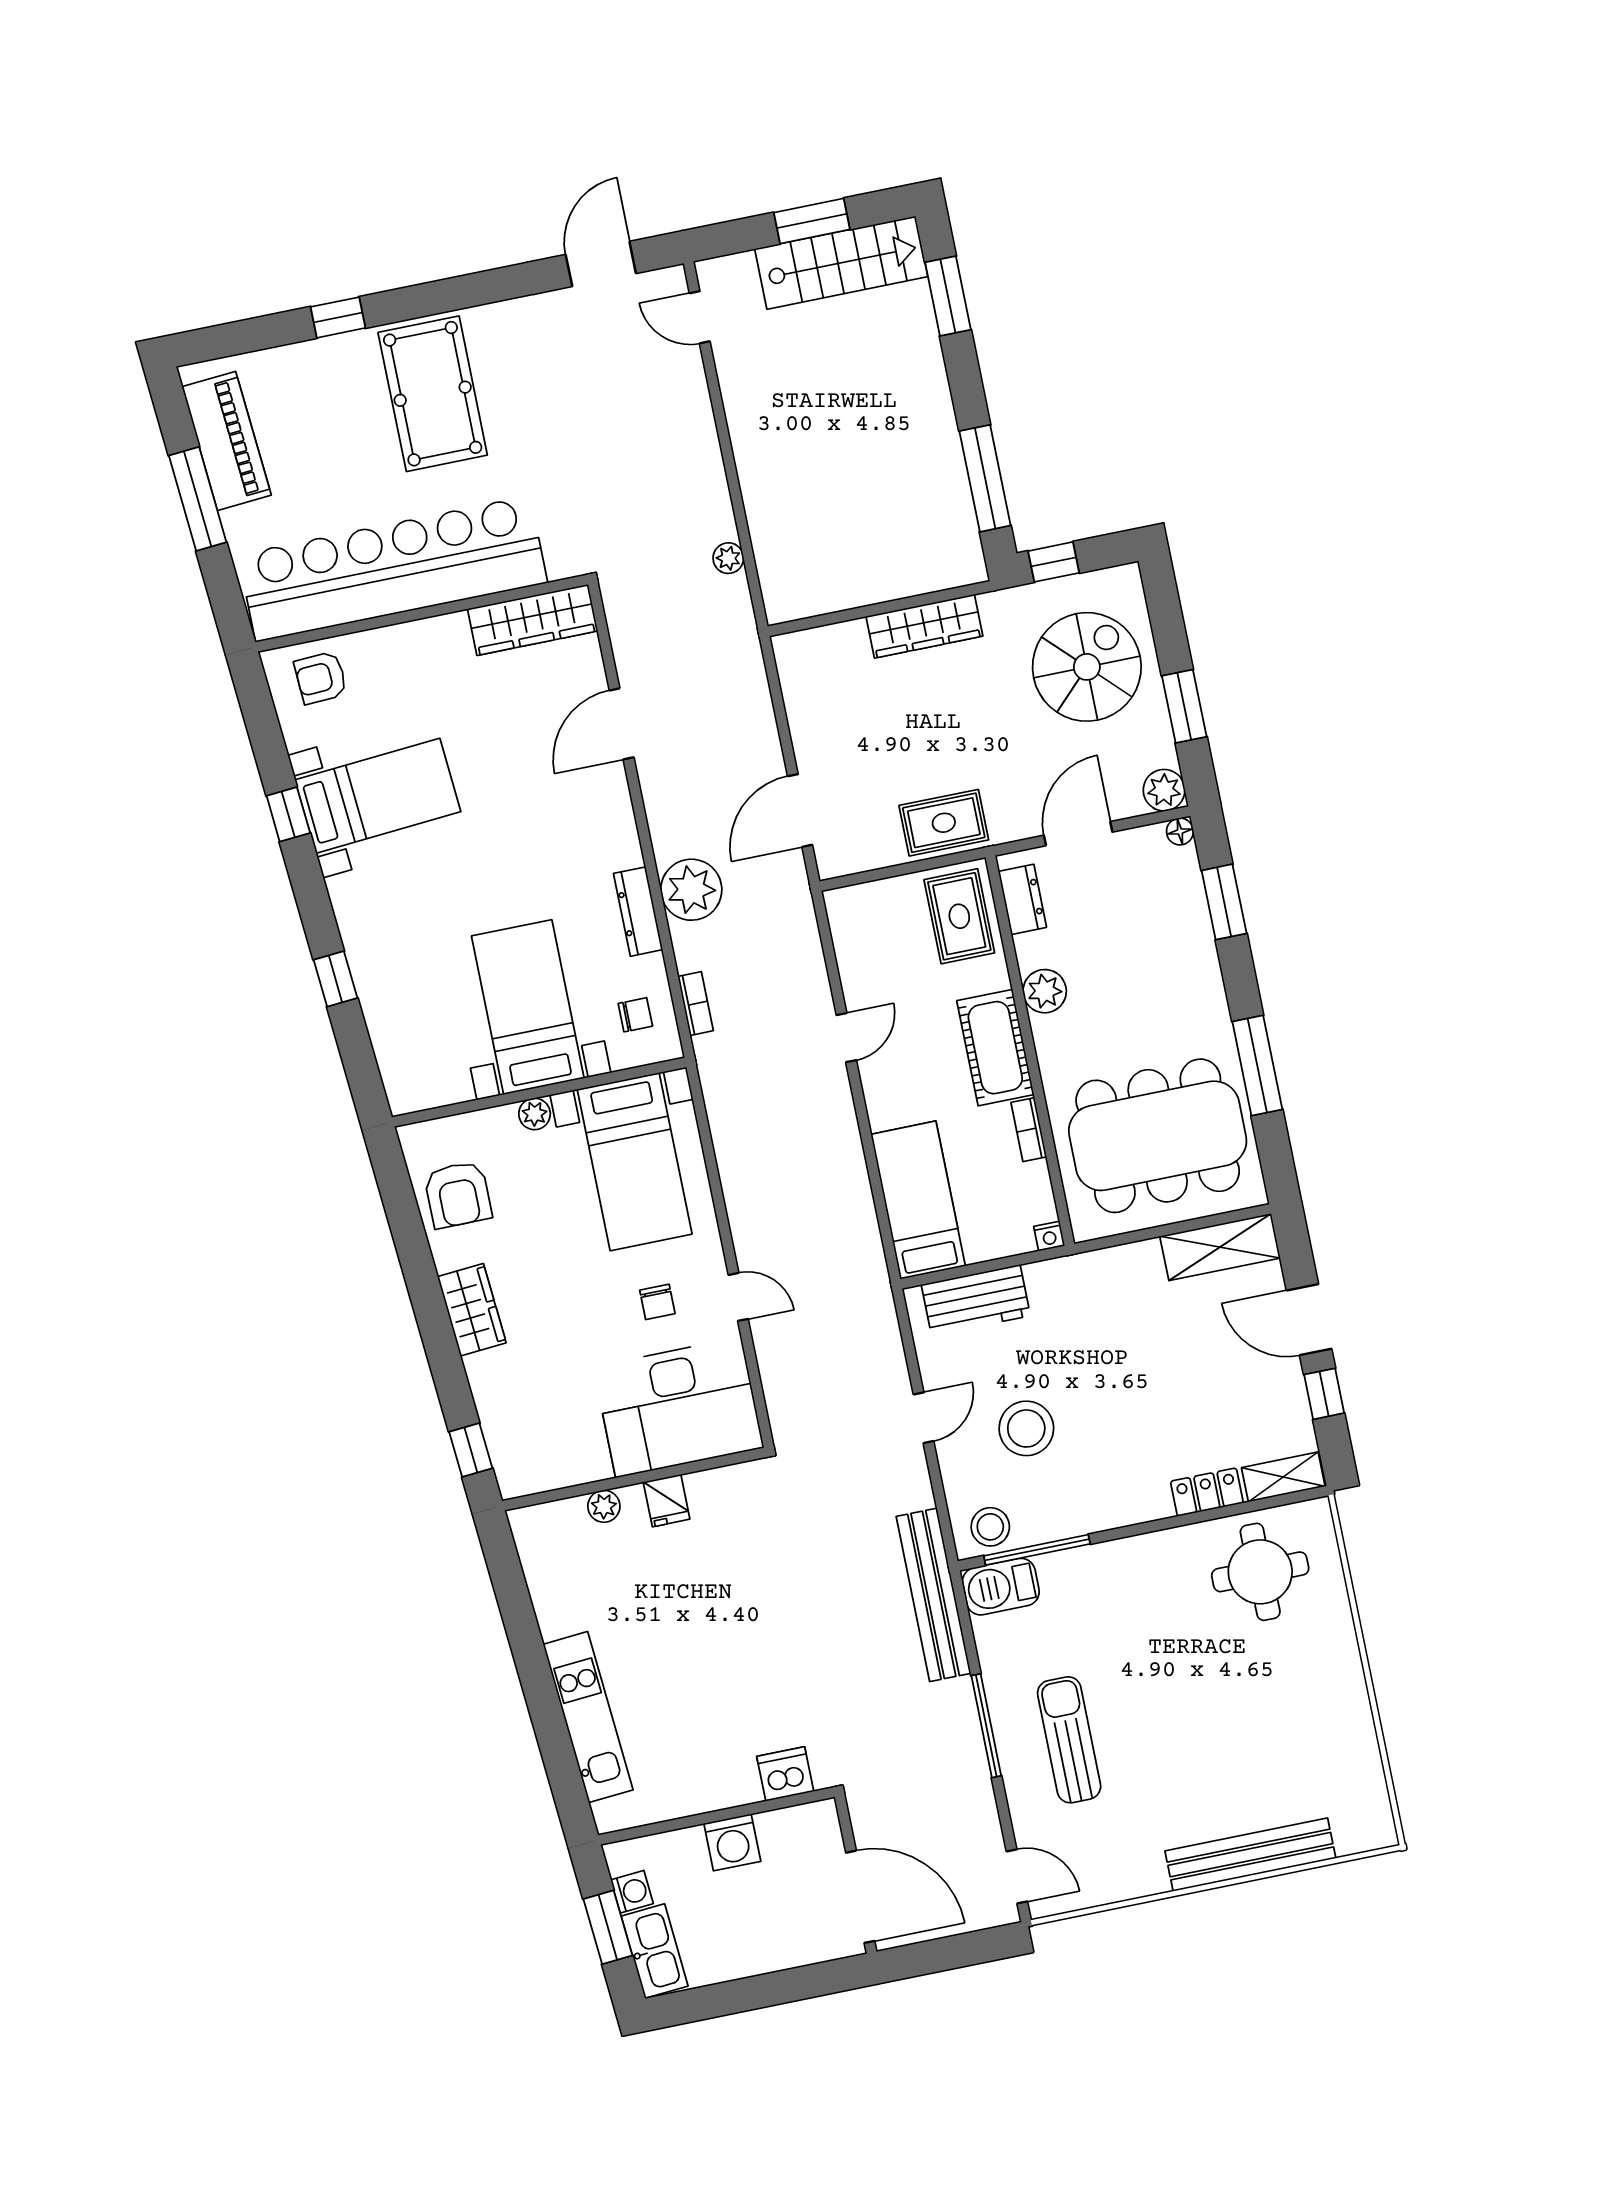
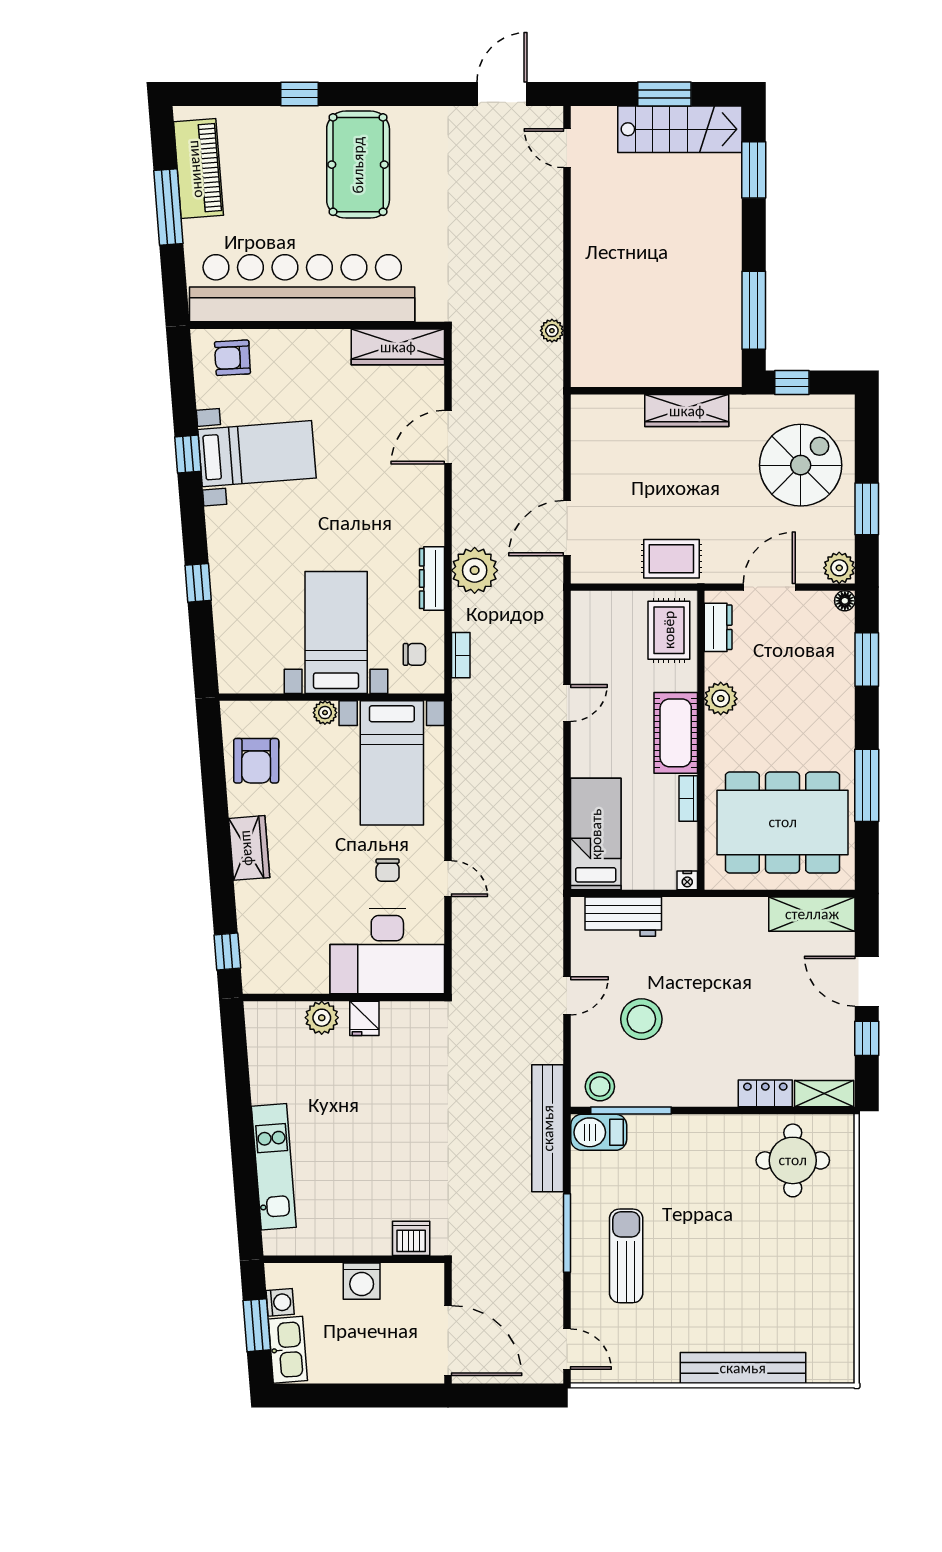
plant: (604, 1506) -> (322, 1018), width x1.38, depth x1.38

